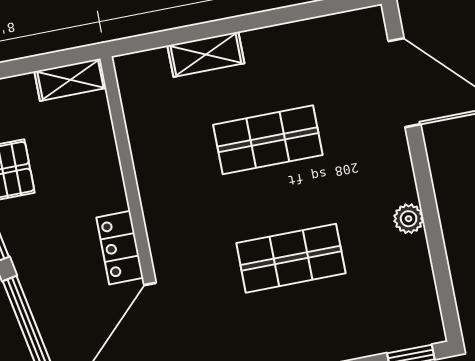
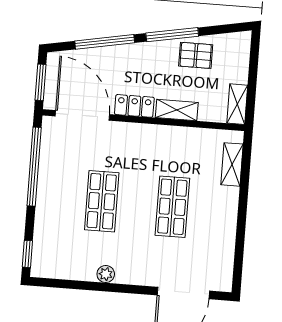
shelving: (206, 54) -> (232, 164), moved
shelving: (107, 176) -> (177, 110), added

